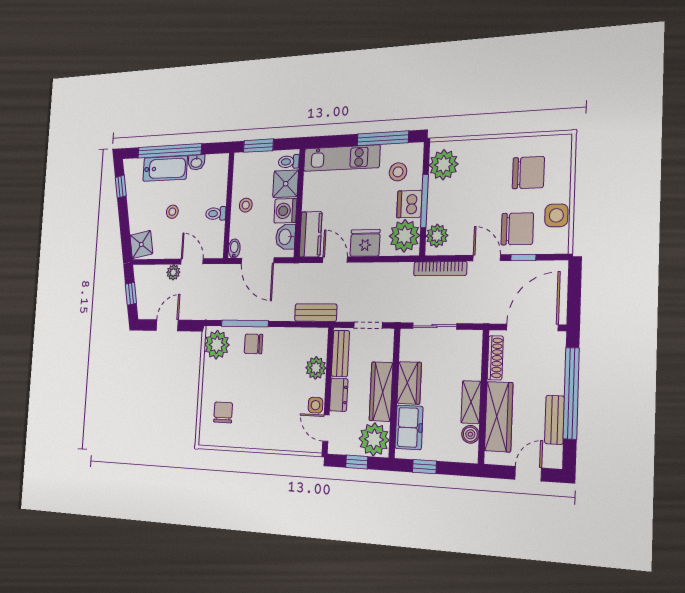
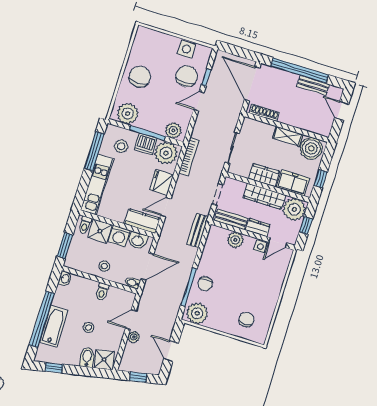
washbasin: (196, 162) -> (65, 279), moved
chair: (528, 173) -> (140, 77), moved
bidet: (140, 223) -> (87, 357), added
bookcase: (440, 269) -> (189, 157), moved
chair: (223, 412) -> (246, 320), turned 90
wardrobe: (499, 417) -> (302, 120), removed
boiler: (470, 434) -> (311, 148), width x1.86, depth x1.86

